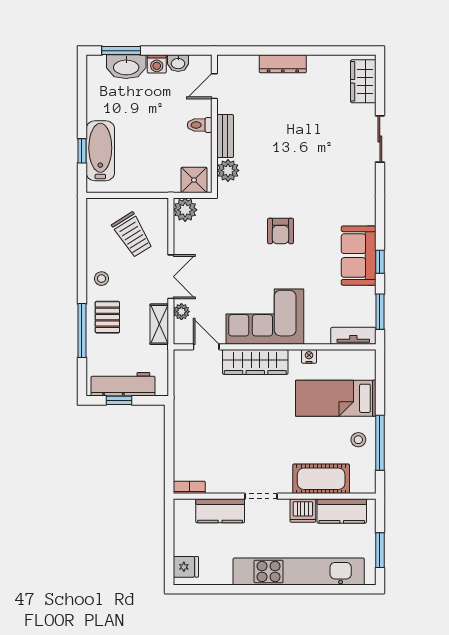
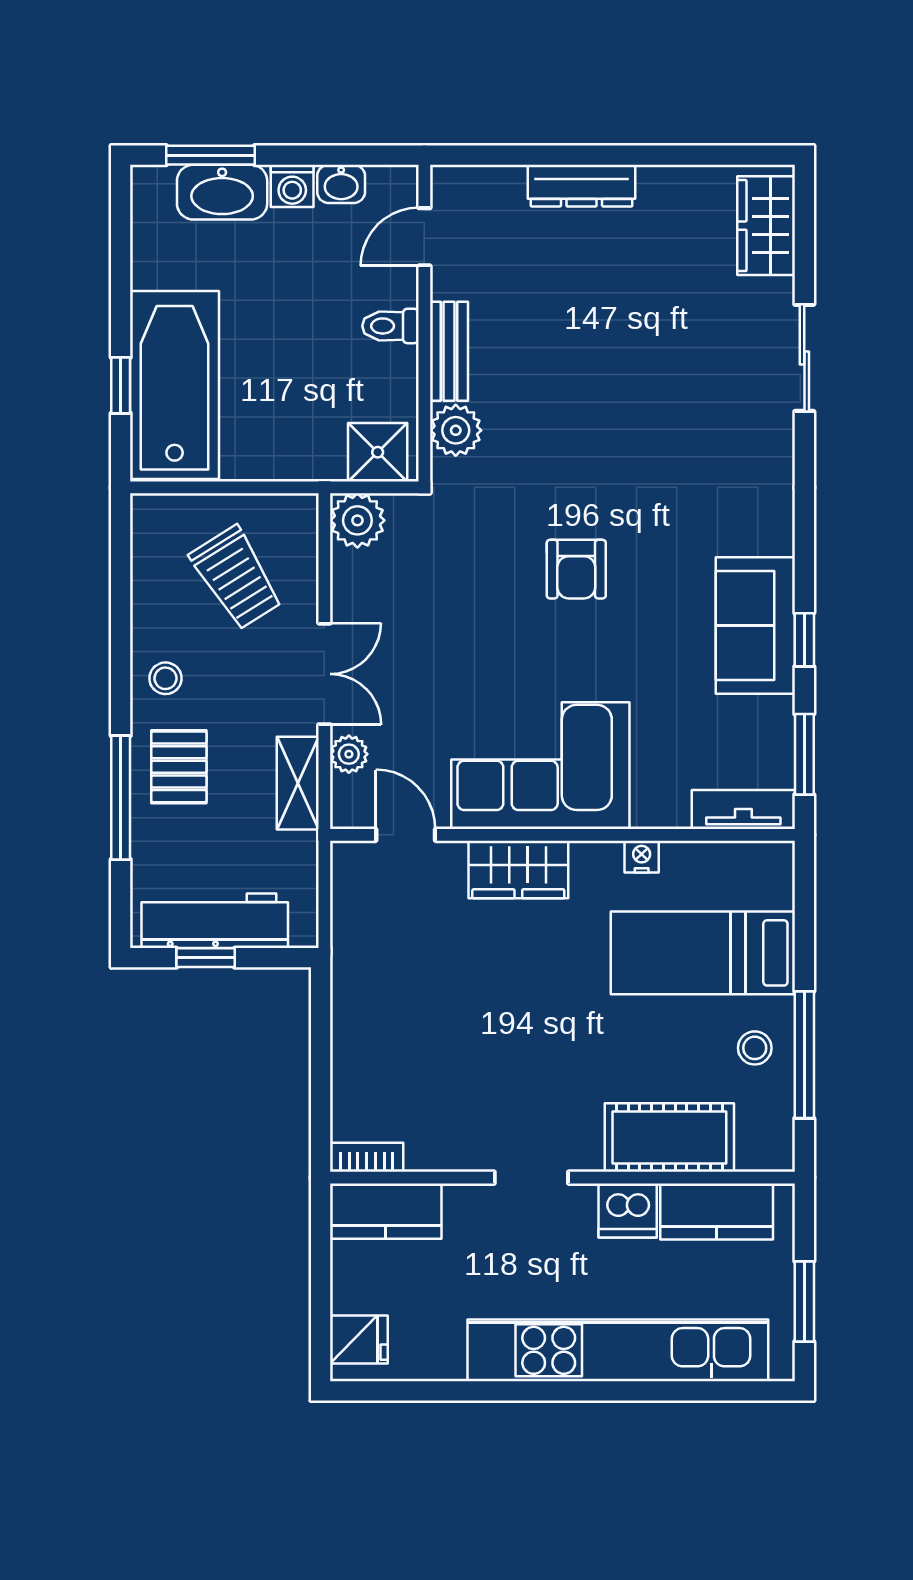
bathtub: (100, 151) -> (175, 385), width x1.36, depth x1.36
wardrobe: (255, 362) -> (518, 870), width x0.67
kitchen counter: (220, 511) -> (386, 1211), moved

